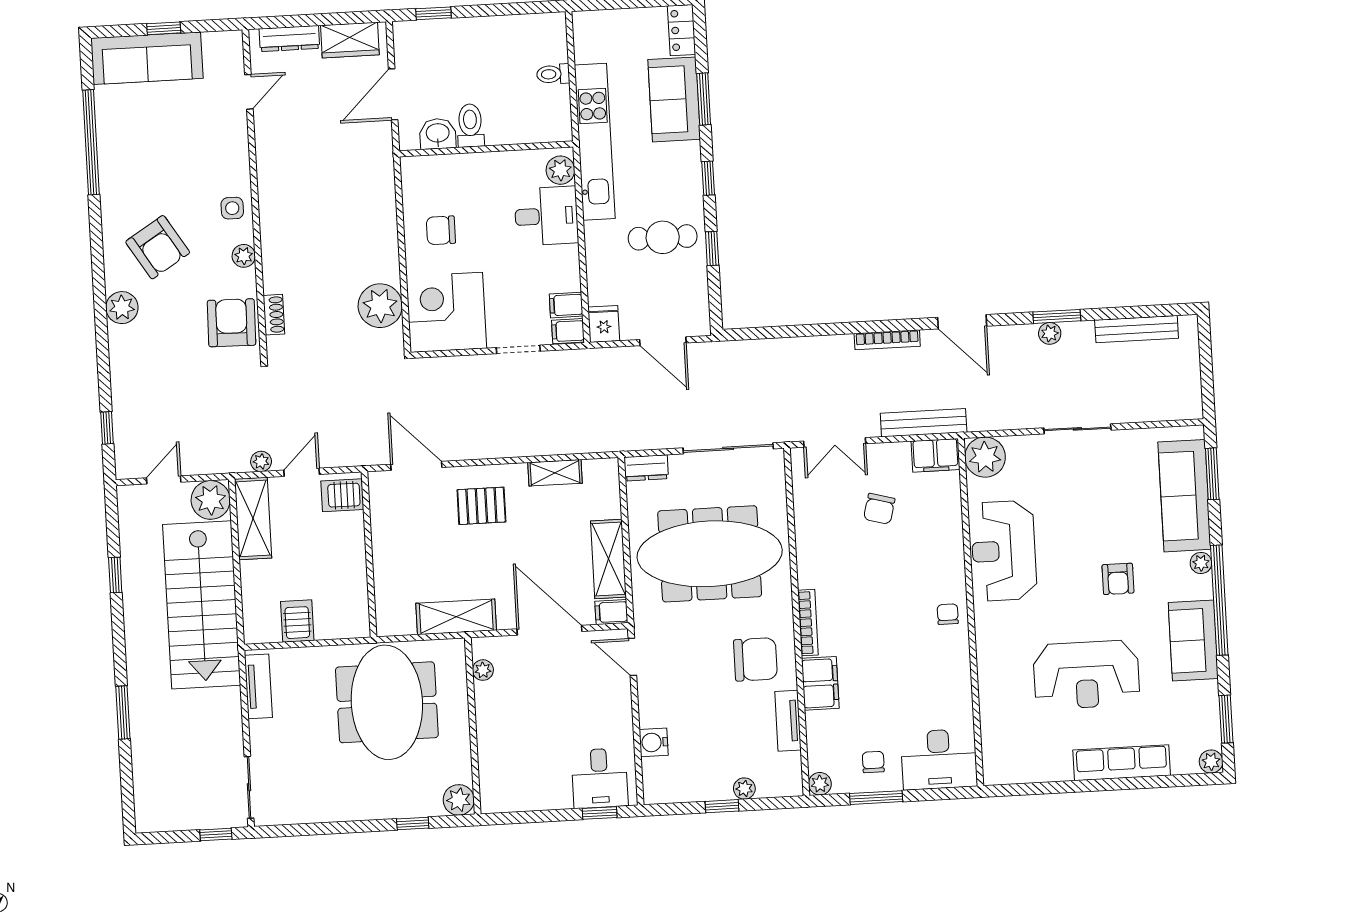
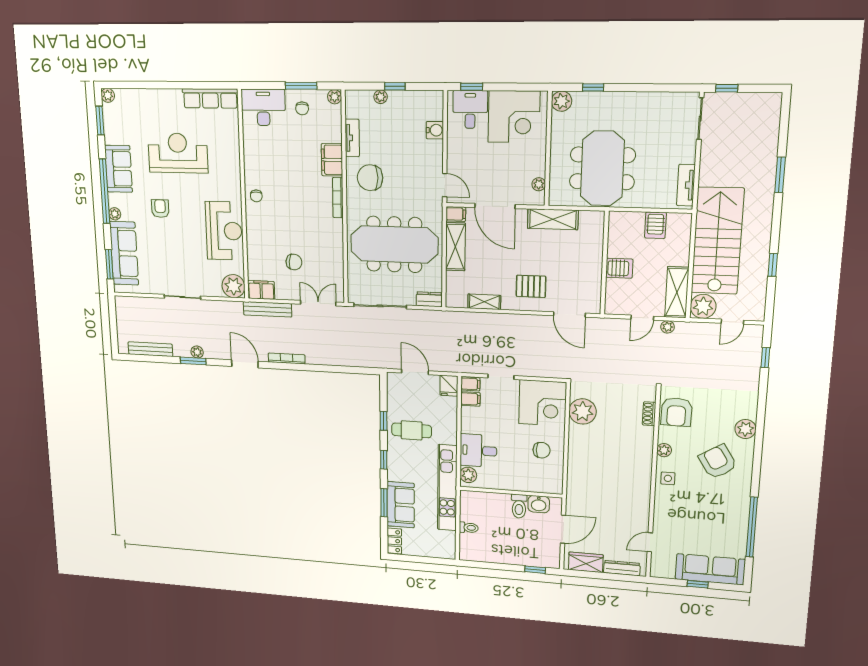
server rack: (342, 495) -> (619, 268), moved
chair: (879, 509) -> (294, 262), turned 80
row of seats: (1122, 763) -> (210, 98), moved
corner desk: (530, 772) -> (514, 117), added

